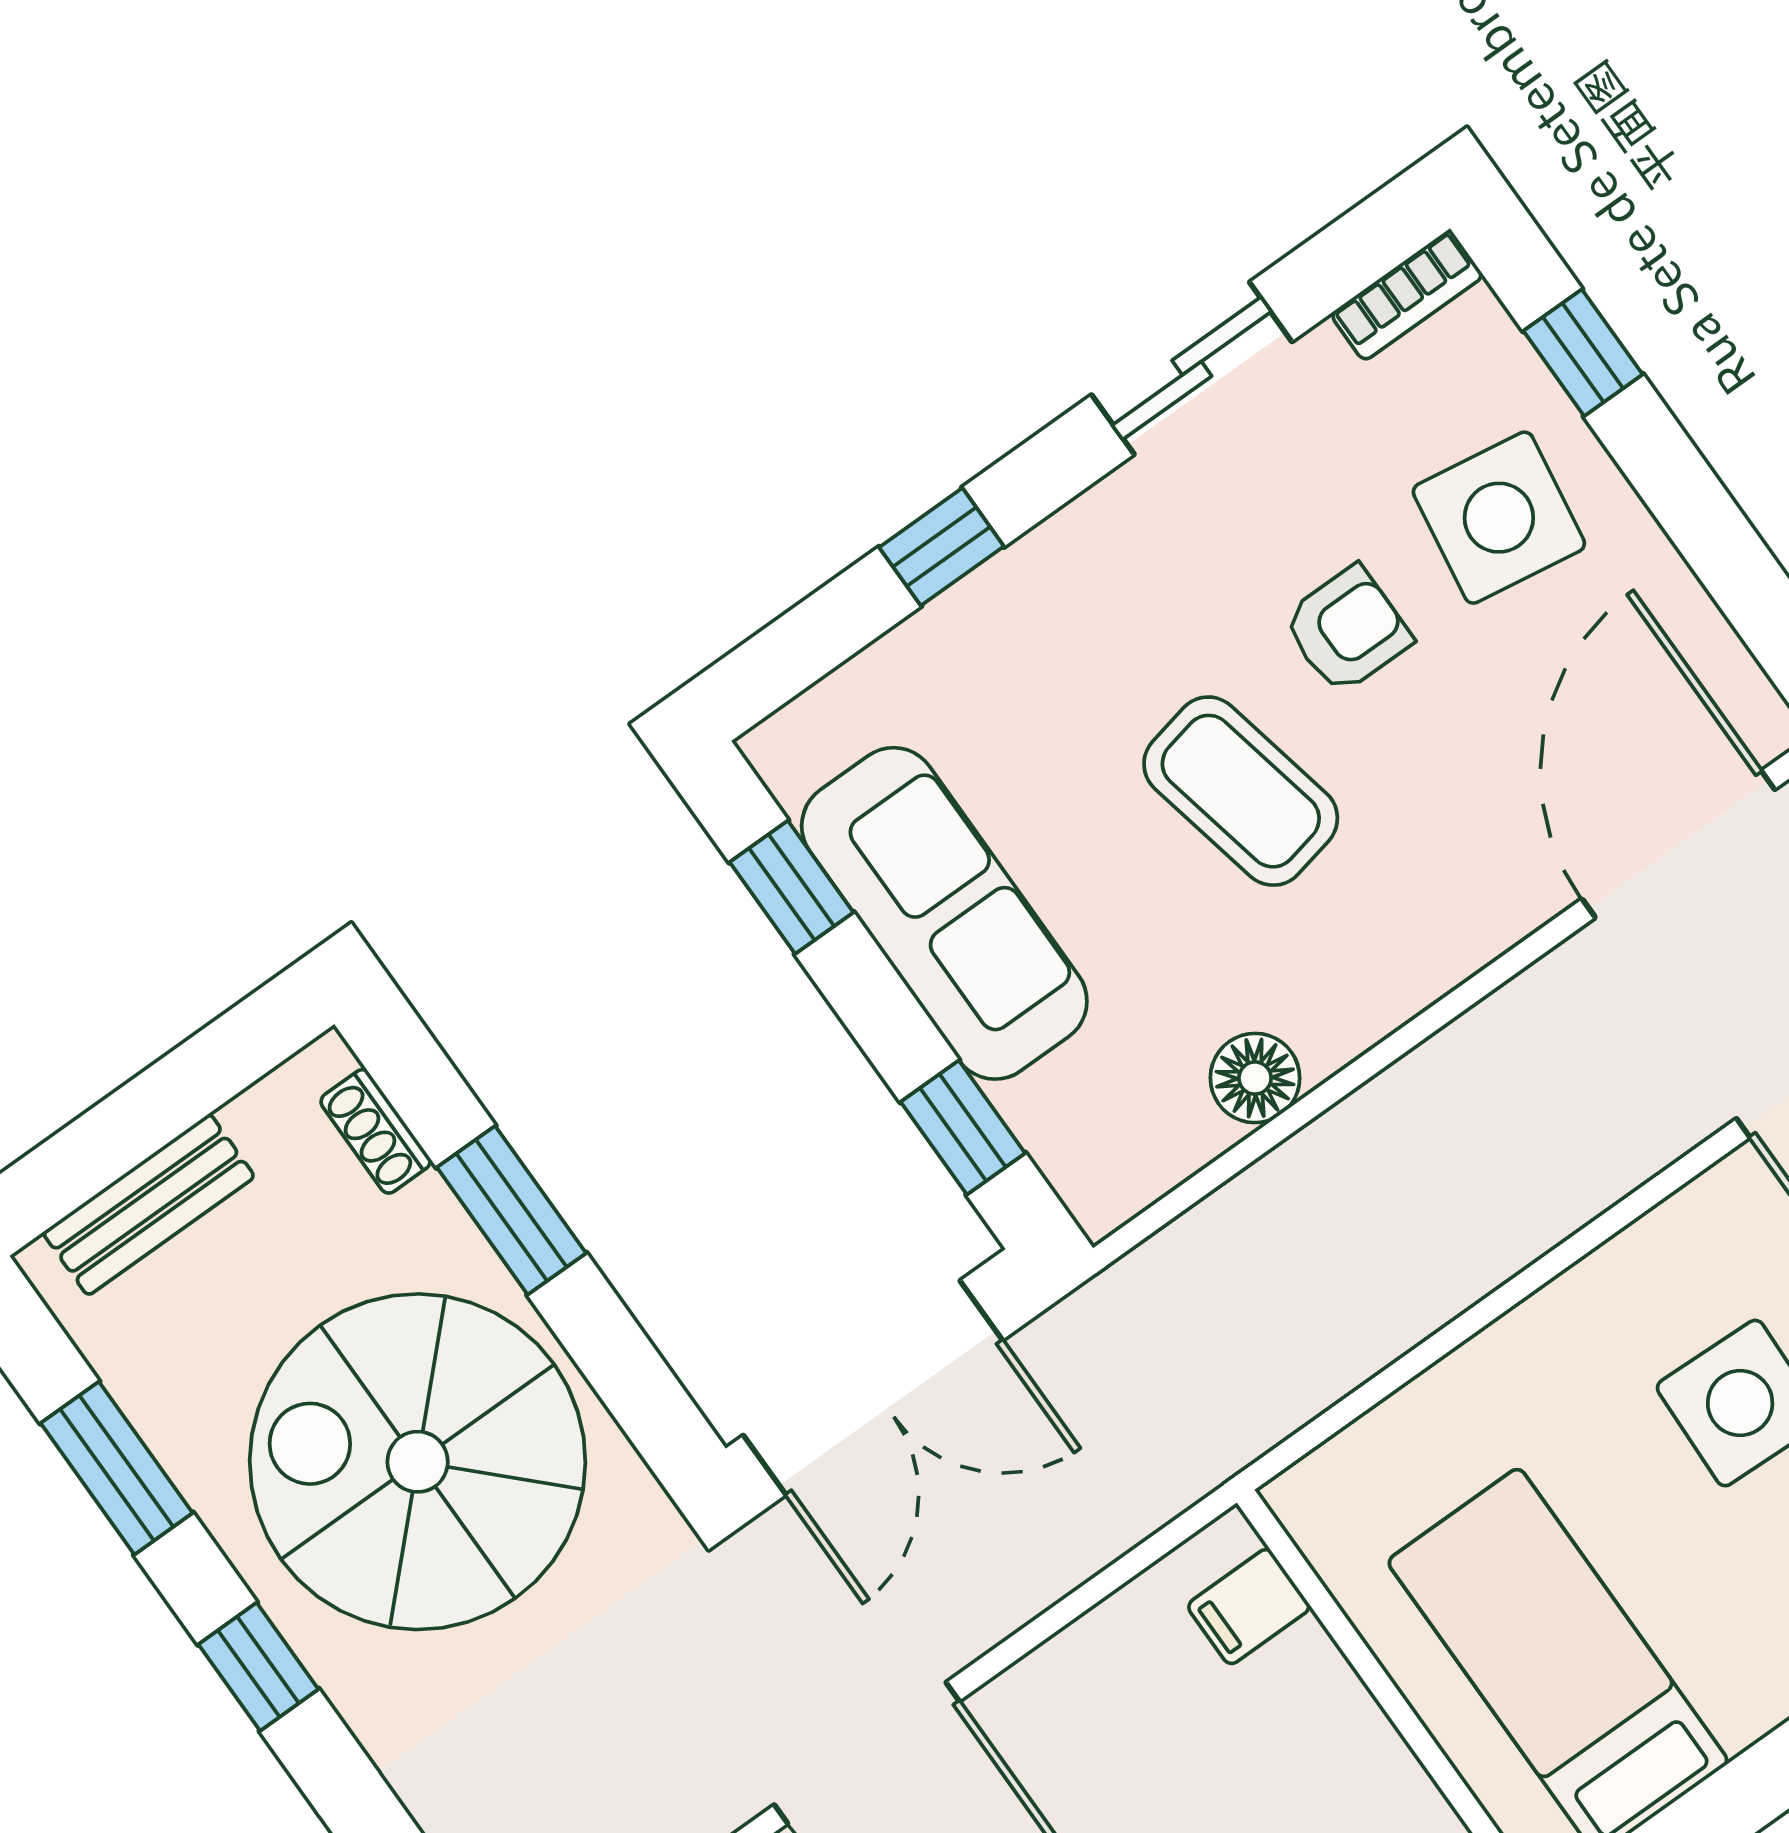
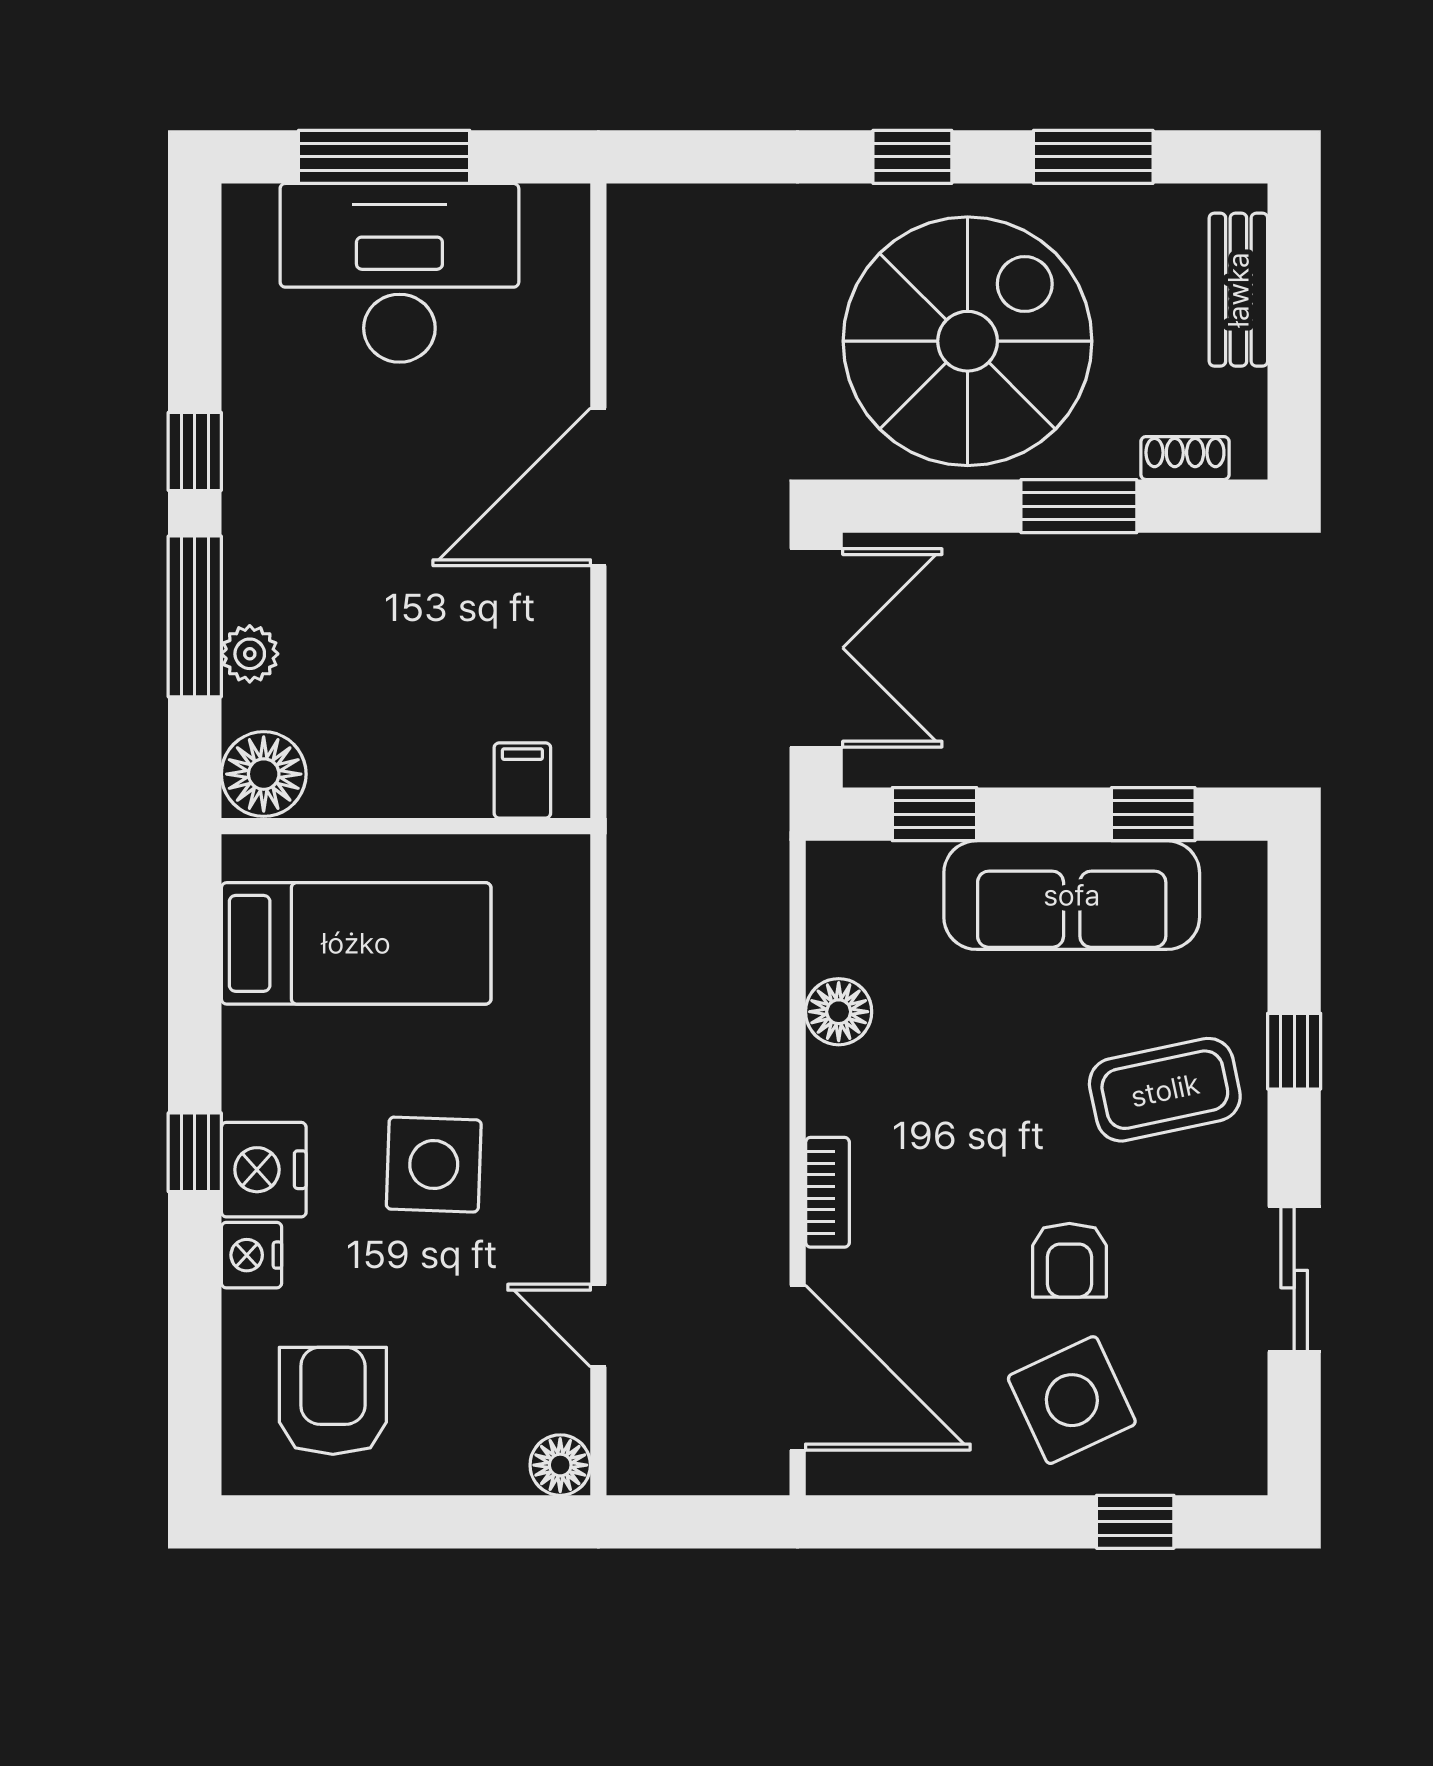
bookcase: (1407, 295) -> (827, 1192), moved, turned 180
side table: (1499, 518) -> (1072, 1400), turned -34
coffee table: (1241, 791) -> (1165, 1090), moved
double door: (873, 1388) -> (816, 648), swing flipped

